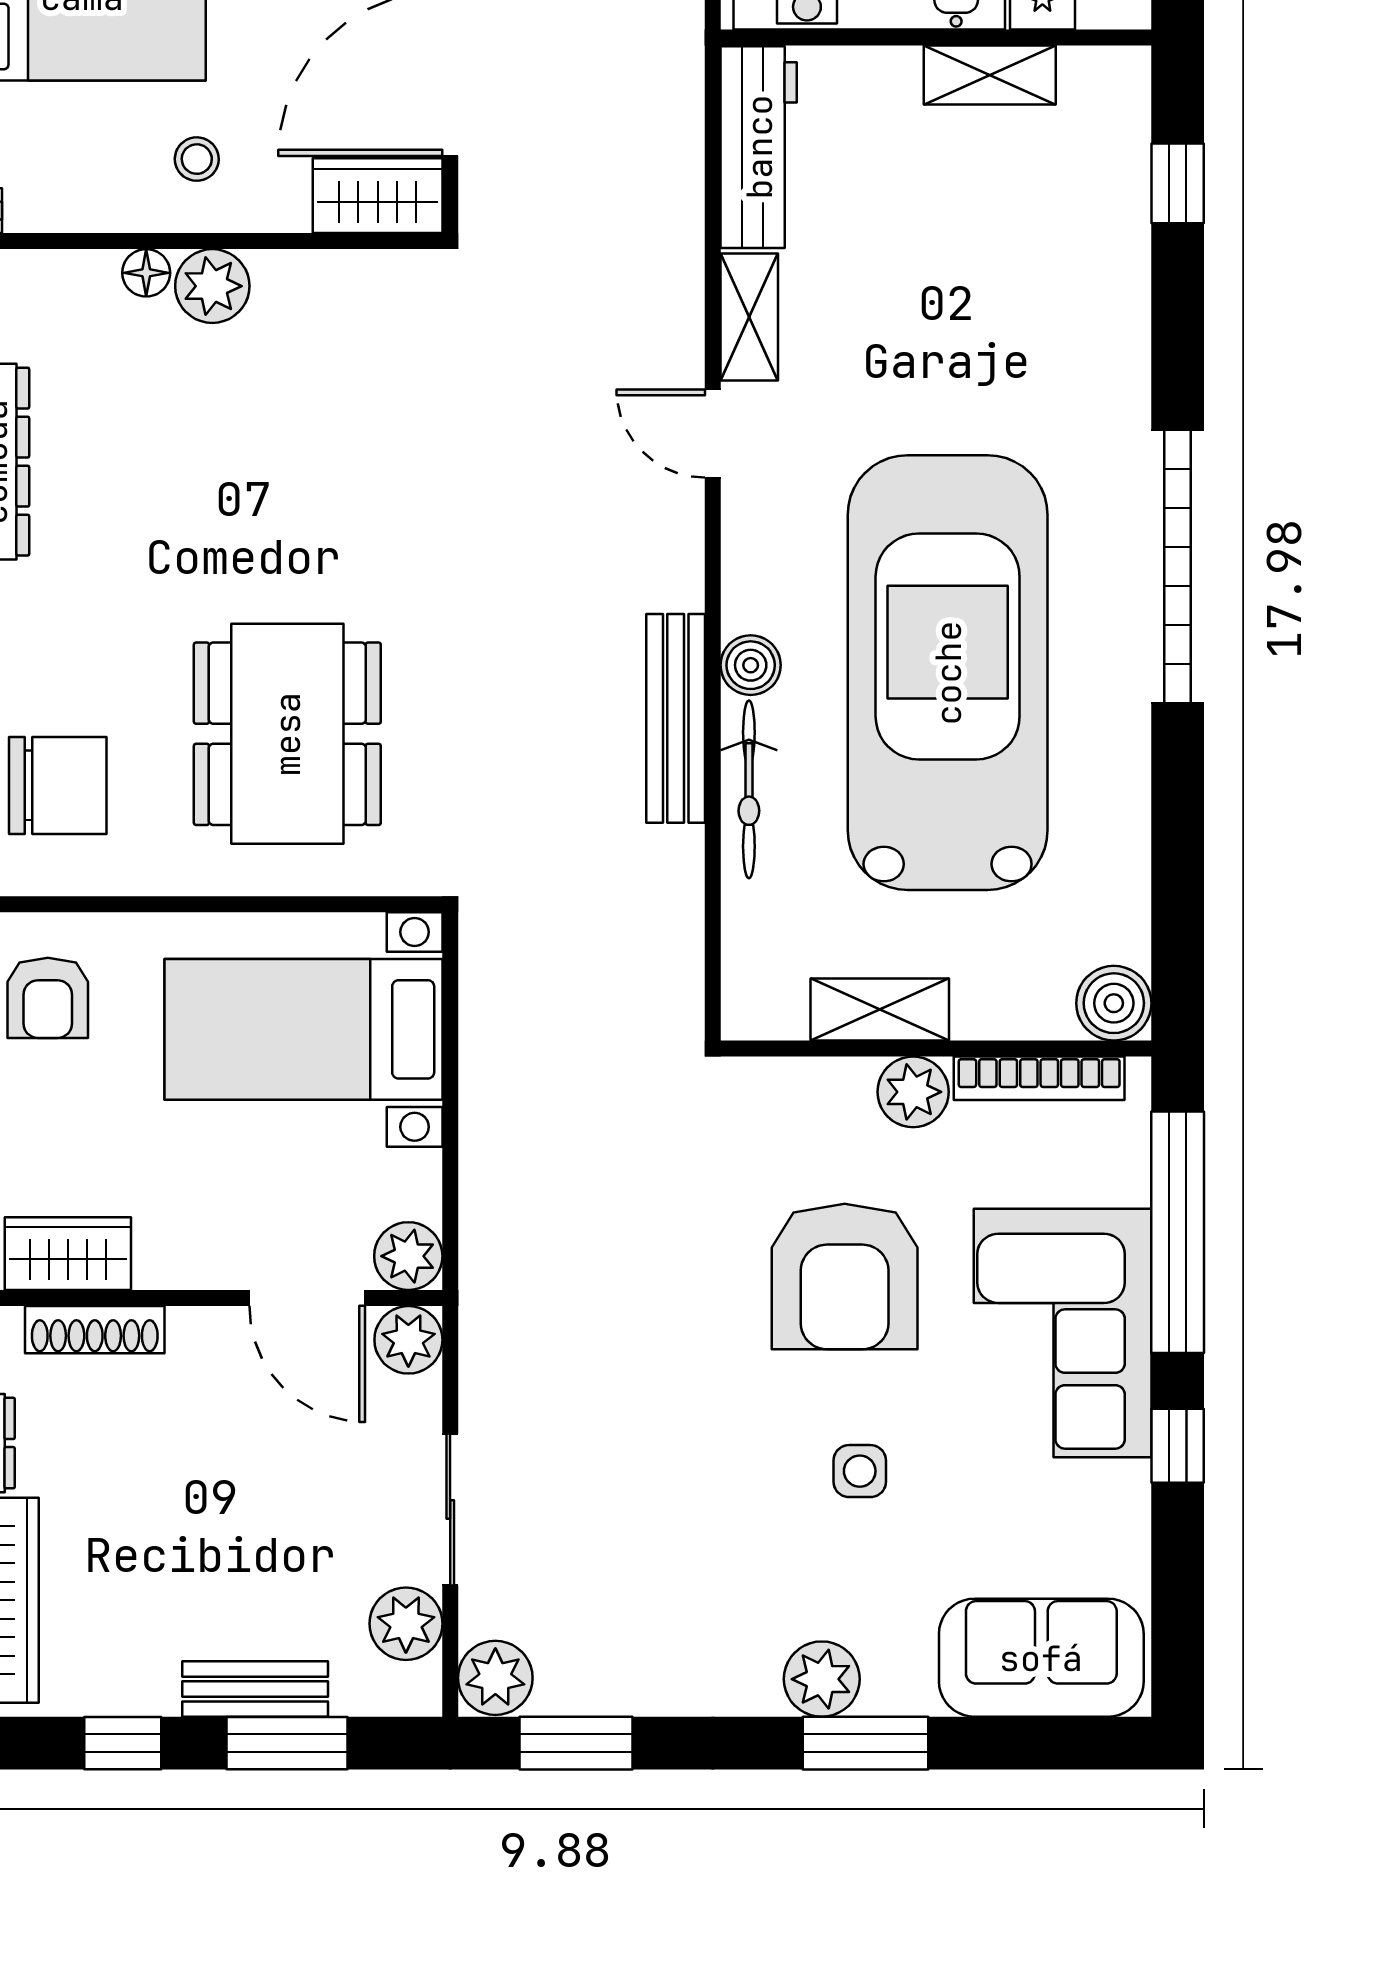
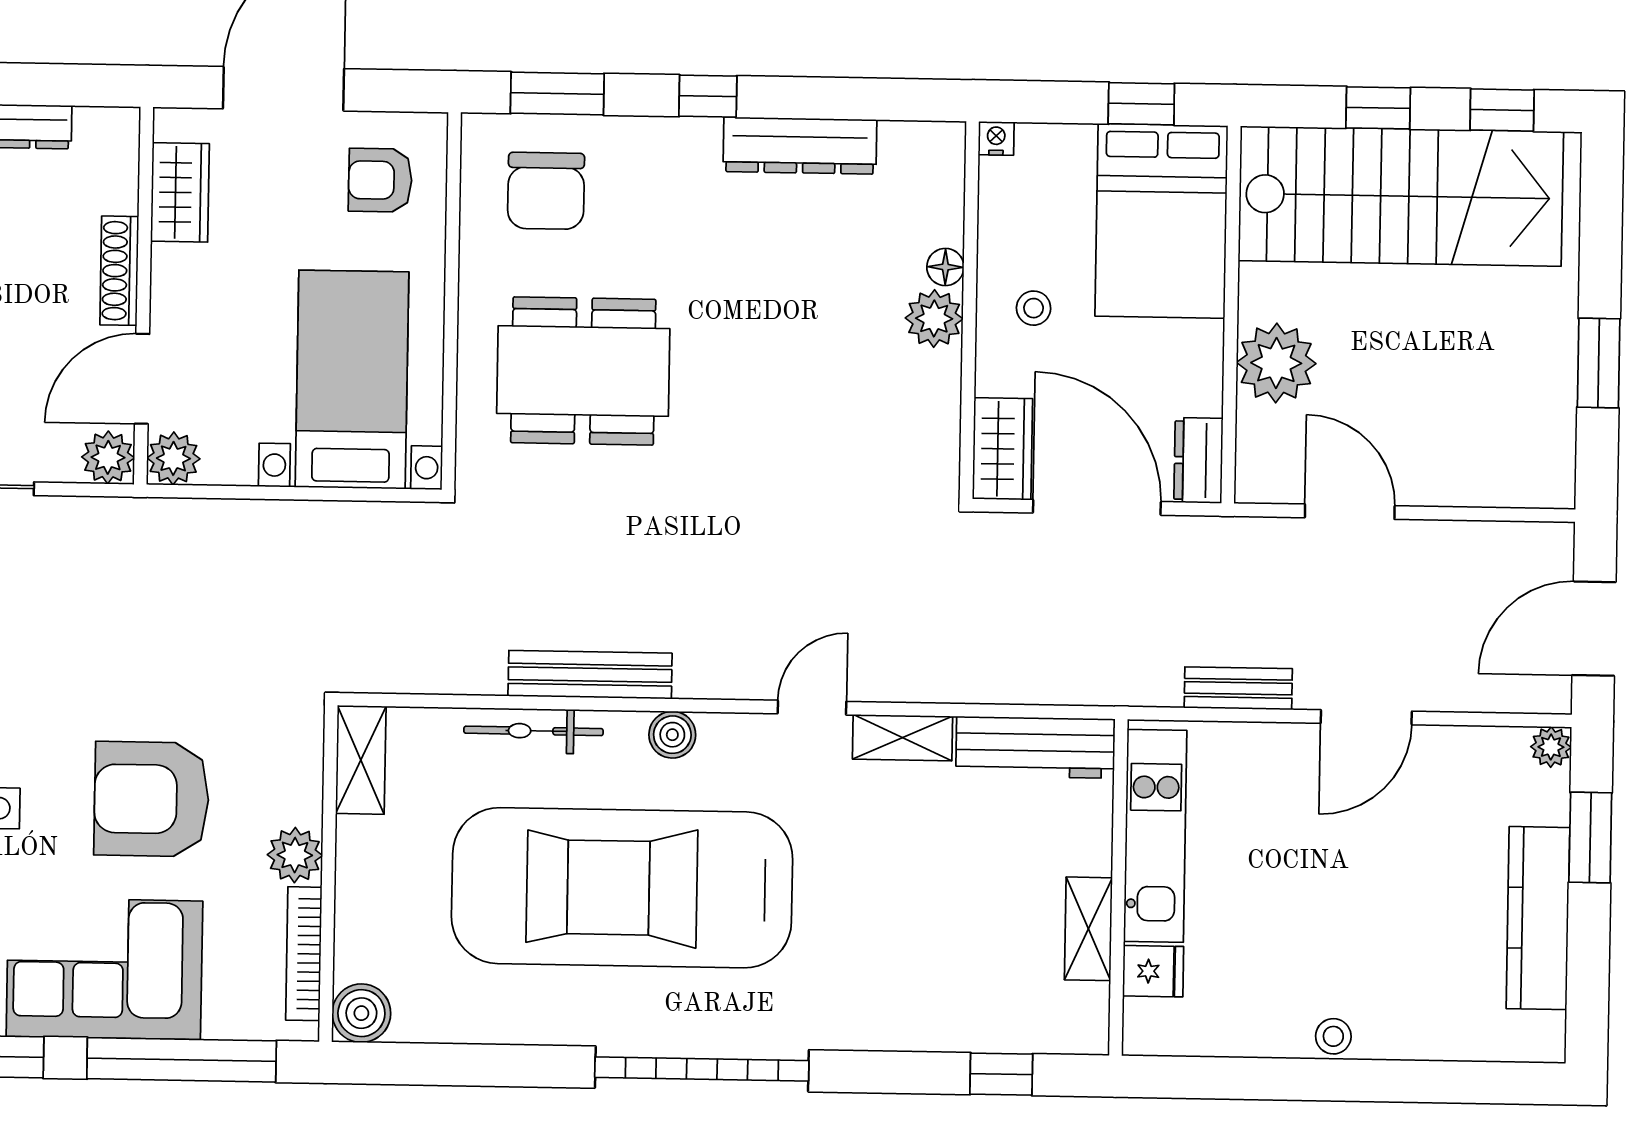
boiler: (751, 665) -> (672, 735), moved
car: (948, 673) -> (622, 888), turned 180
shelving: (880, 1010) -> (361, 760), moved
shoe rack: (95, 1330) -> (119, 271), moved

